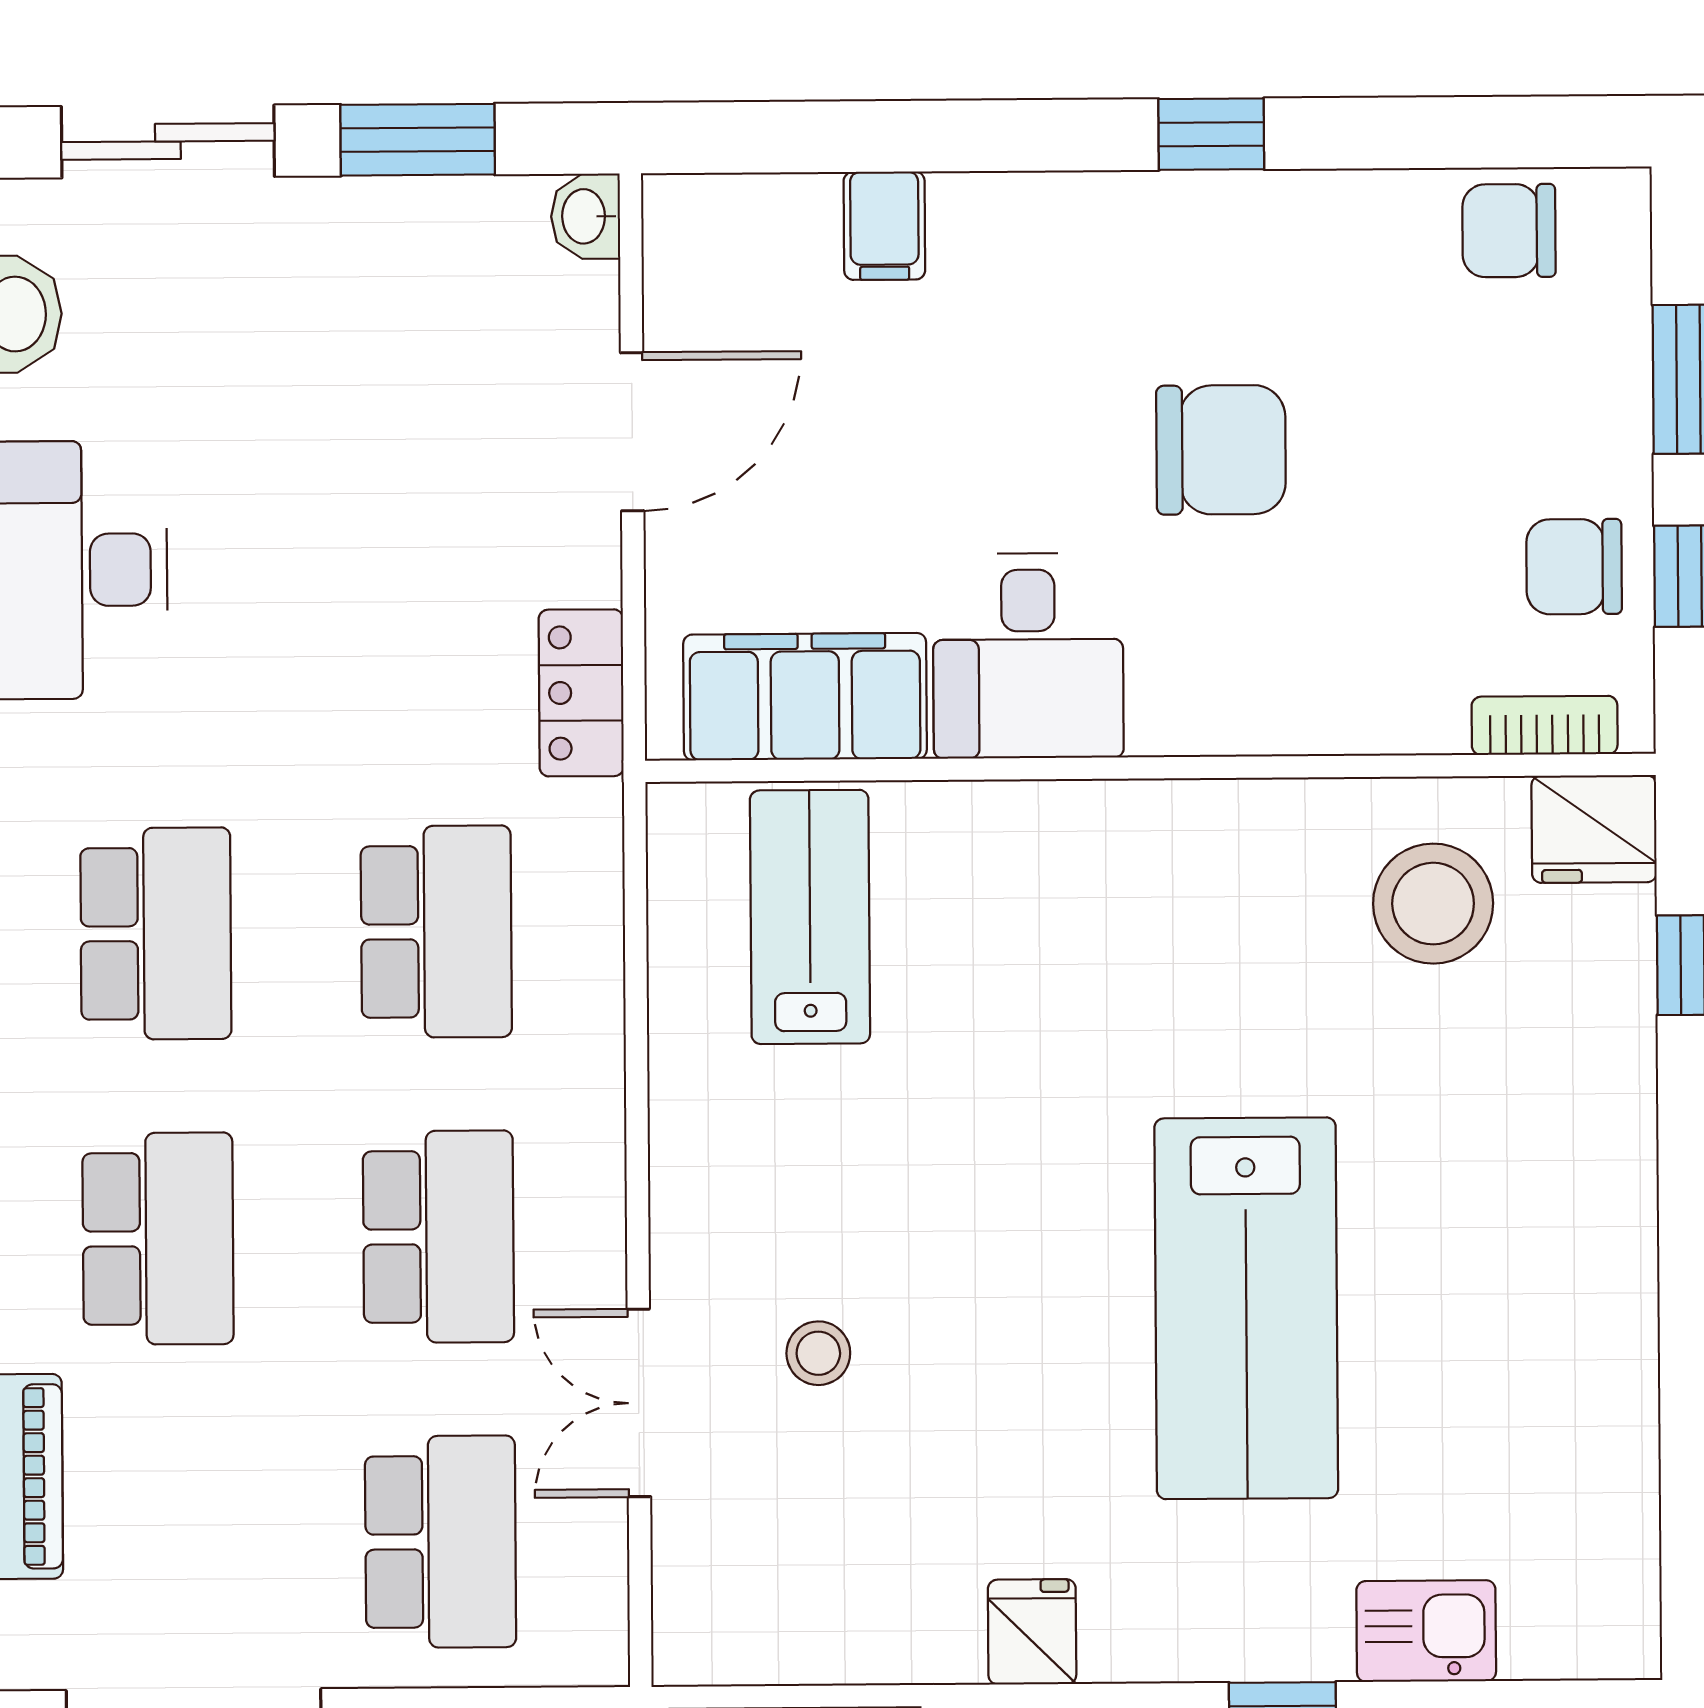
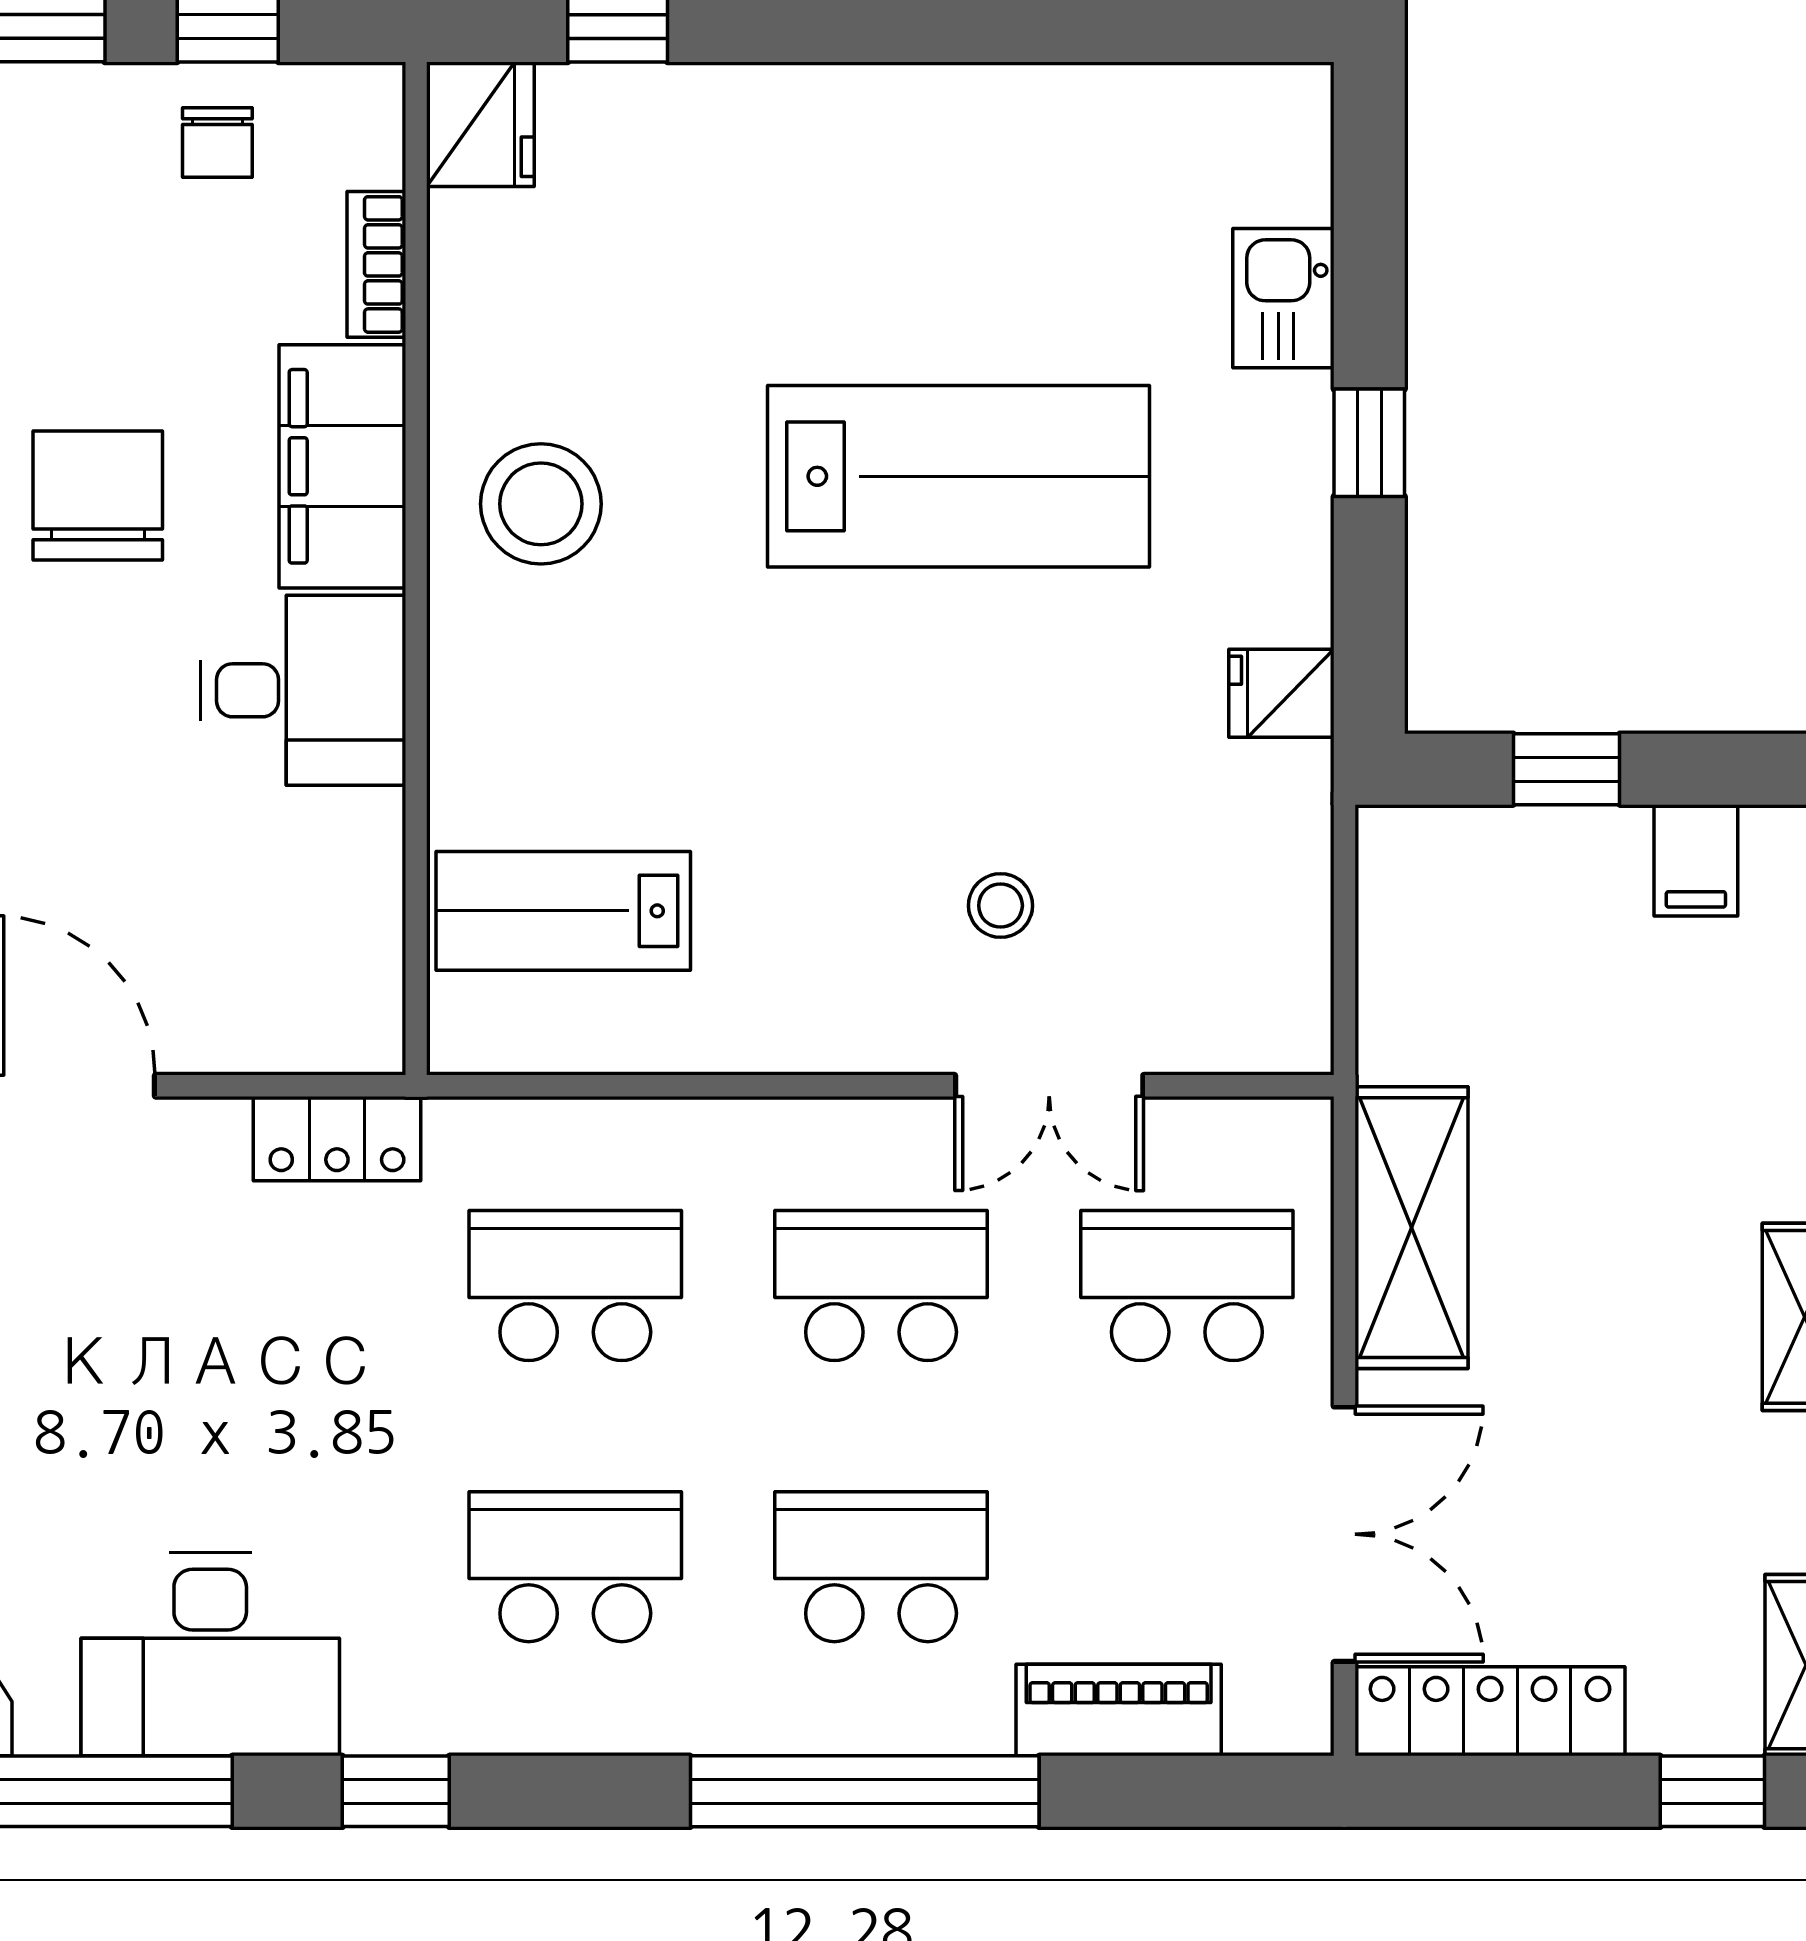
chair: (1574, 567) -> (217, 143), width x0.73, depth x0.73
filing cabinet: (805, 697) -> (342, 466), moved
bookcase: (1545, 725) -> (376, 264), moved
stool: (1433, 904) -> (541, 504), moved

